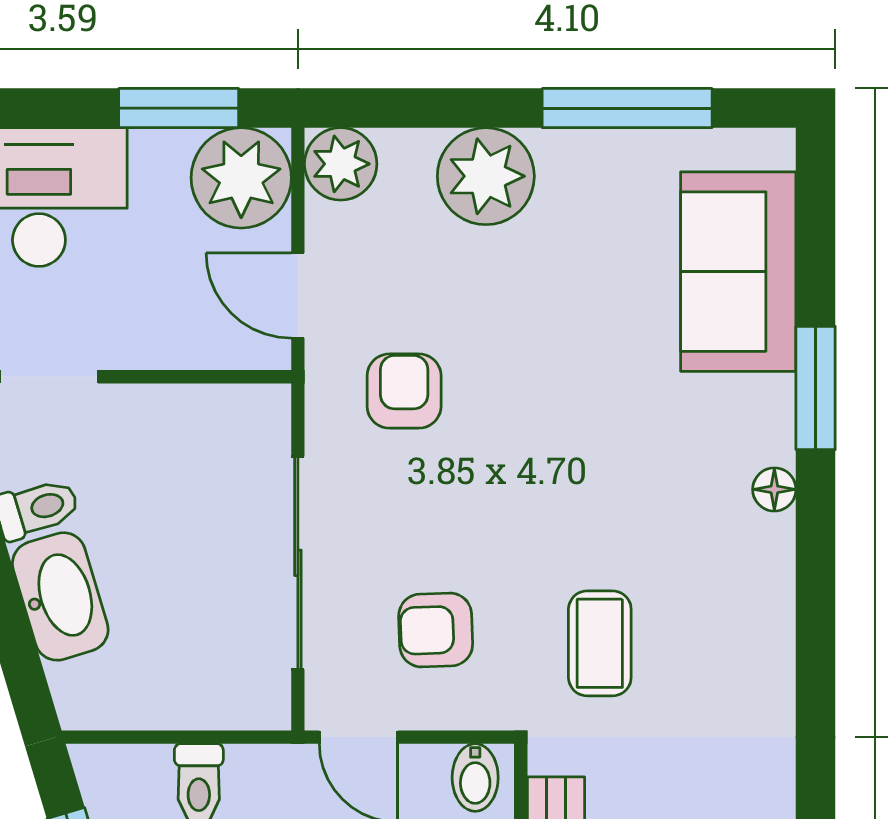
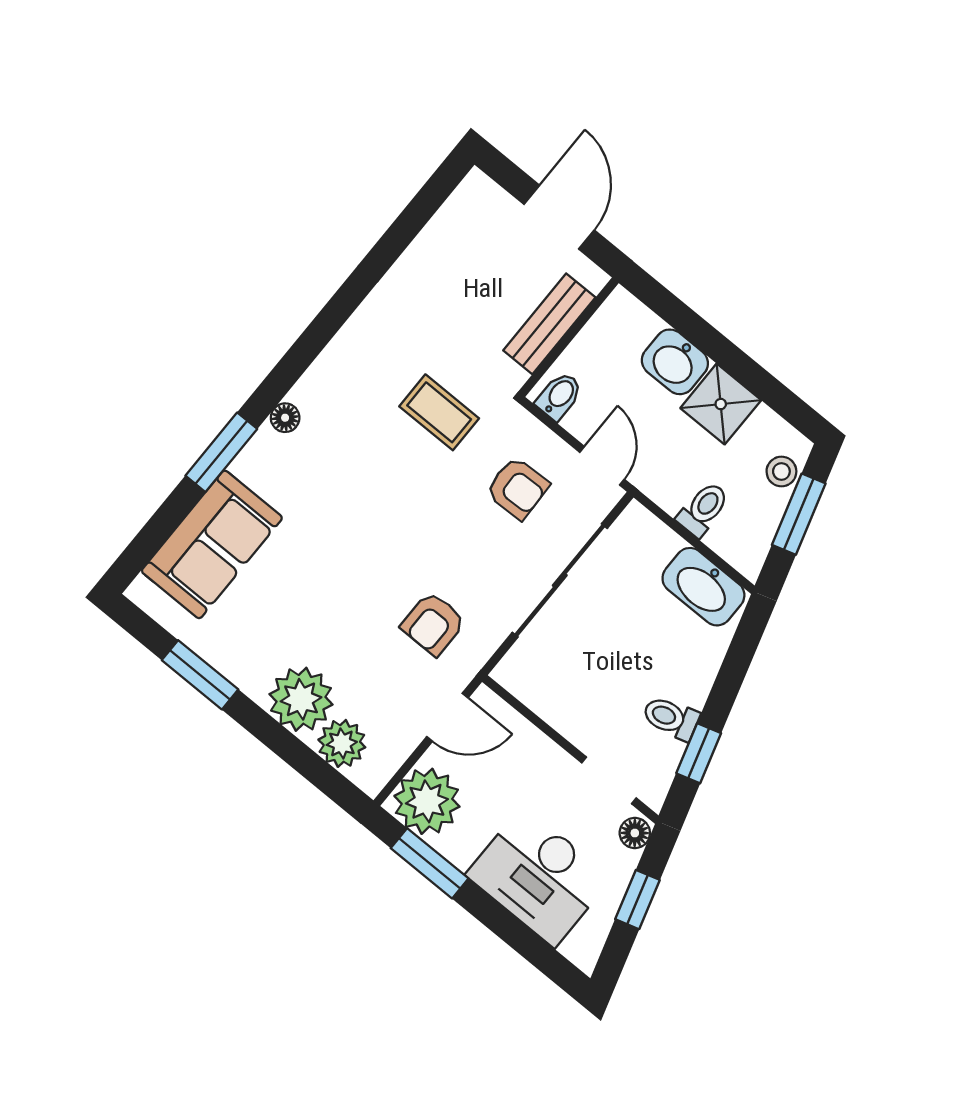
window: (627, 108) -> (200, 675), width x0.69
plant: (341, 164) -> (342, 743), moved
door: (298, 295) -> (447, 717), hinge flipped
washbasin: (60, 596) -> (703, 587), moved, turned -73
coffee table: (600, 643) -> (439, 412), turned 90

